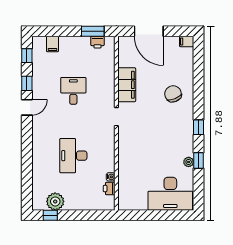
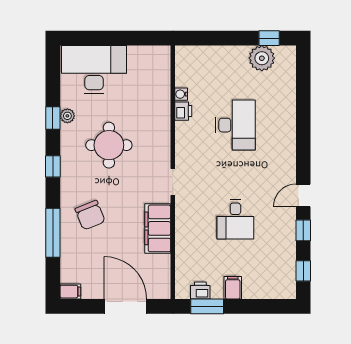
filing cabinet: (52, 44) -> (233, 288), moved
window: (199, 82) -> (53, 233), added
round table: (160, 142) -> (109, 145), added
printer: (109, 189) -> (183, 111), moved

